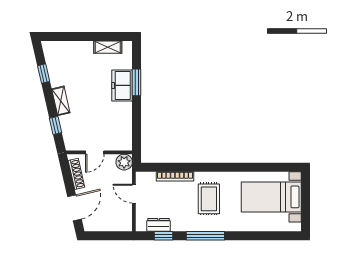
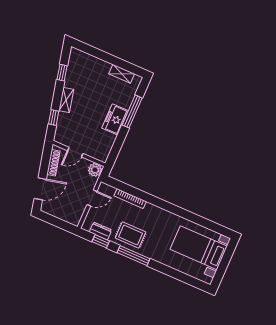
window: (137, 82) -> (132, 111), width x1.44
freezer: (122, 85) -> (115, 119), moved
door: (134, 194) -> (92, 198), swing flipped
rug: (209, 199) -> (131, 235), moved, turned 90

